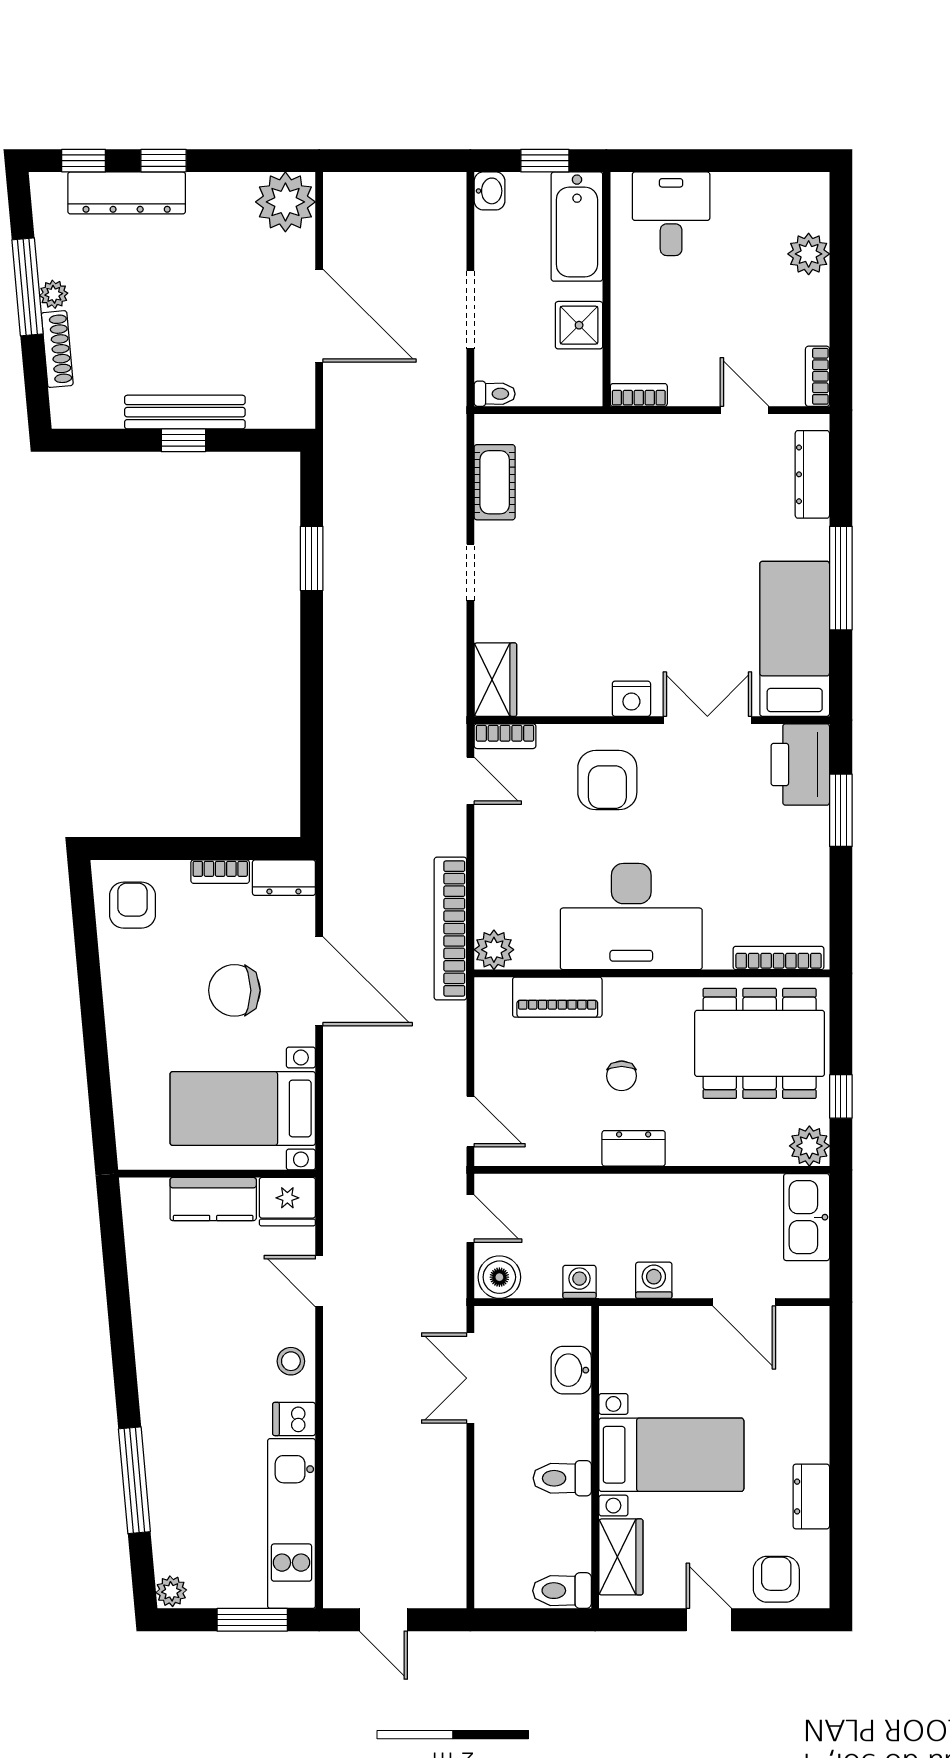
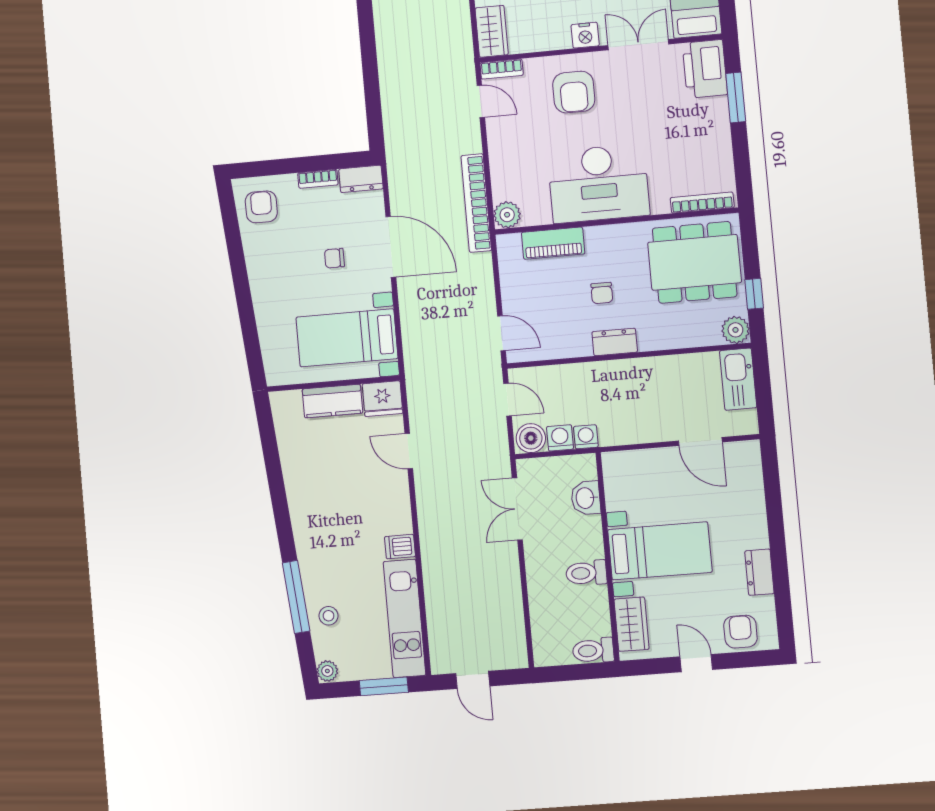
chair: (234, 990) -> (334, 258), width x0.54, depth x0.54
washing machine: (654, 1280) -> (560, 438), moved
stool: (291, 1361) -> (329, 616), moved

